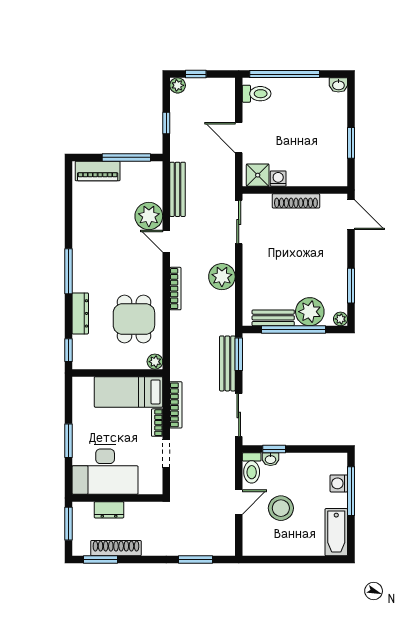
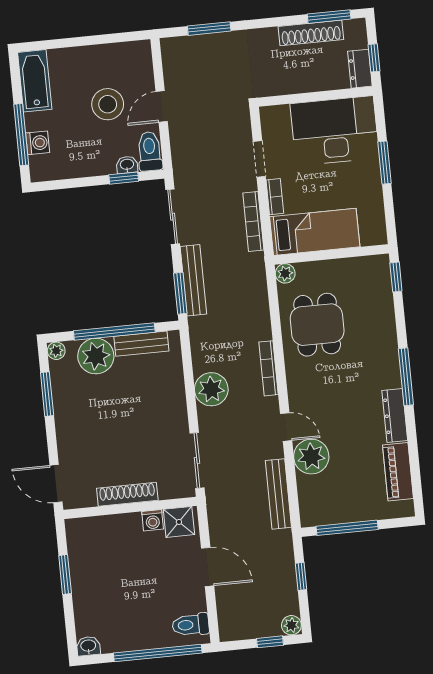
piano: (98, 171) -> (398, 472), moved, turned -90
dresser: (80, 313) -> (395, 415), moved
dresser: (109, 510) -> (360, 69), moved, turned -90
window: (68, 524) -> (374, 58), width x0.67

